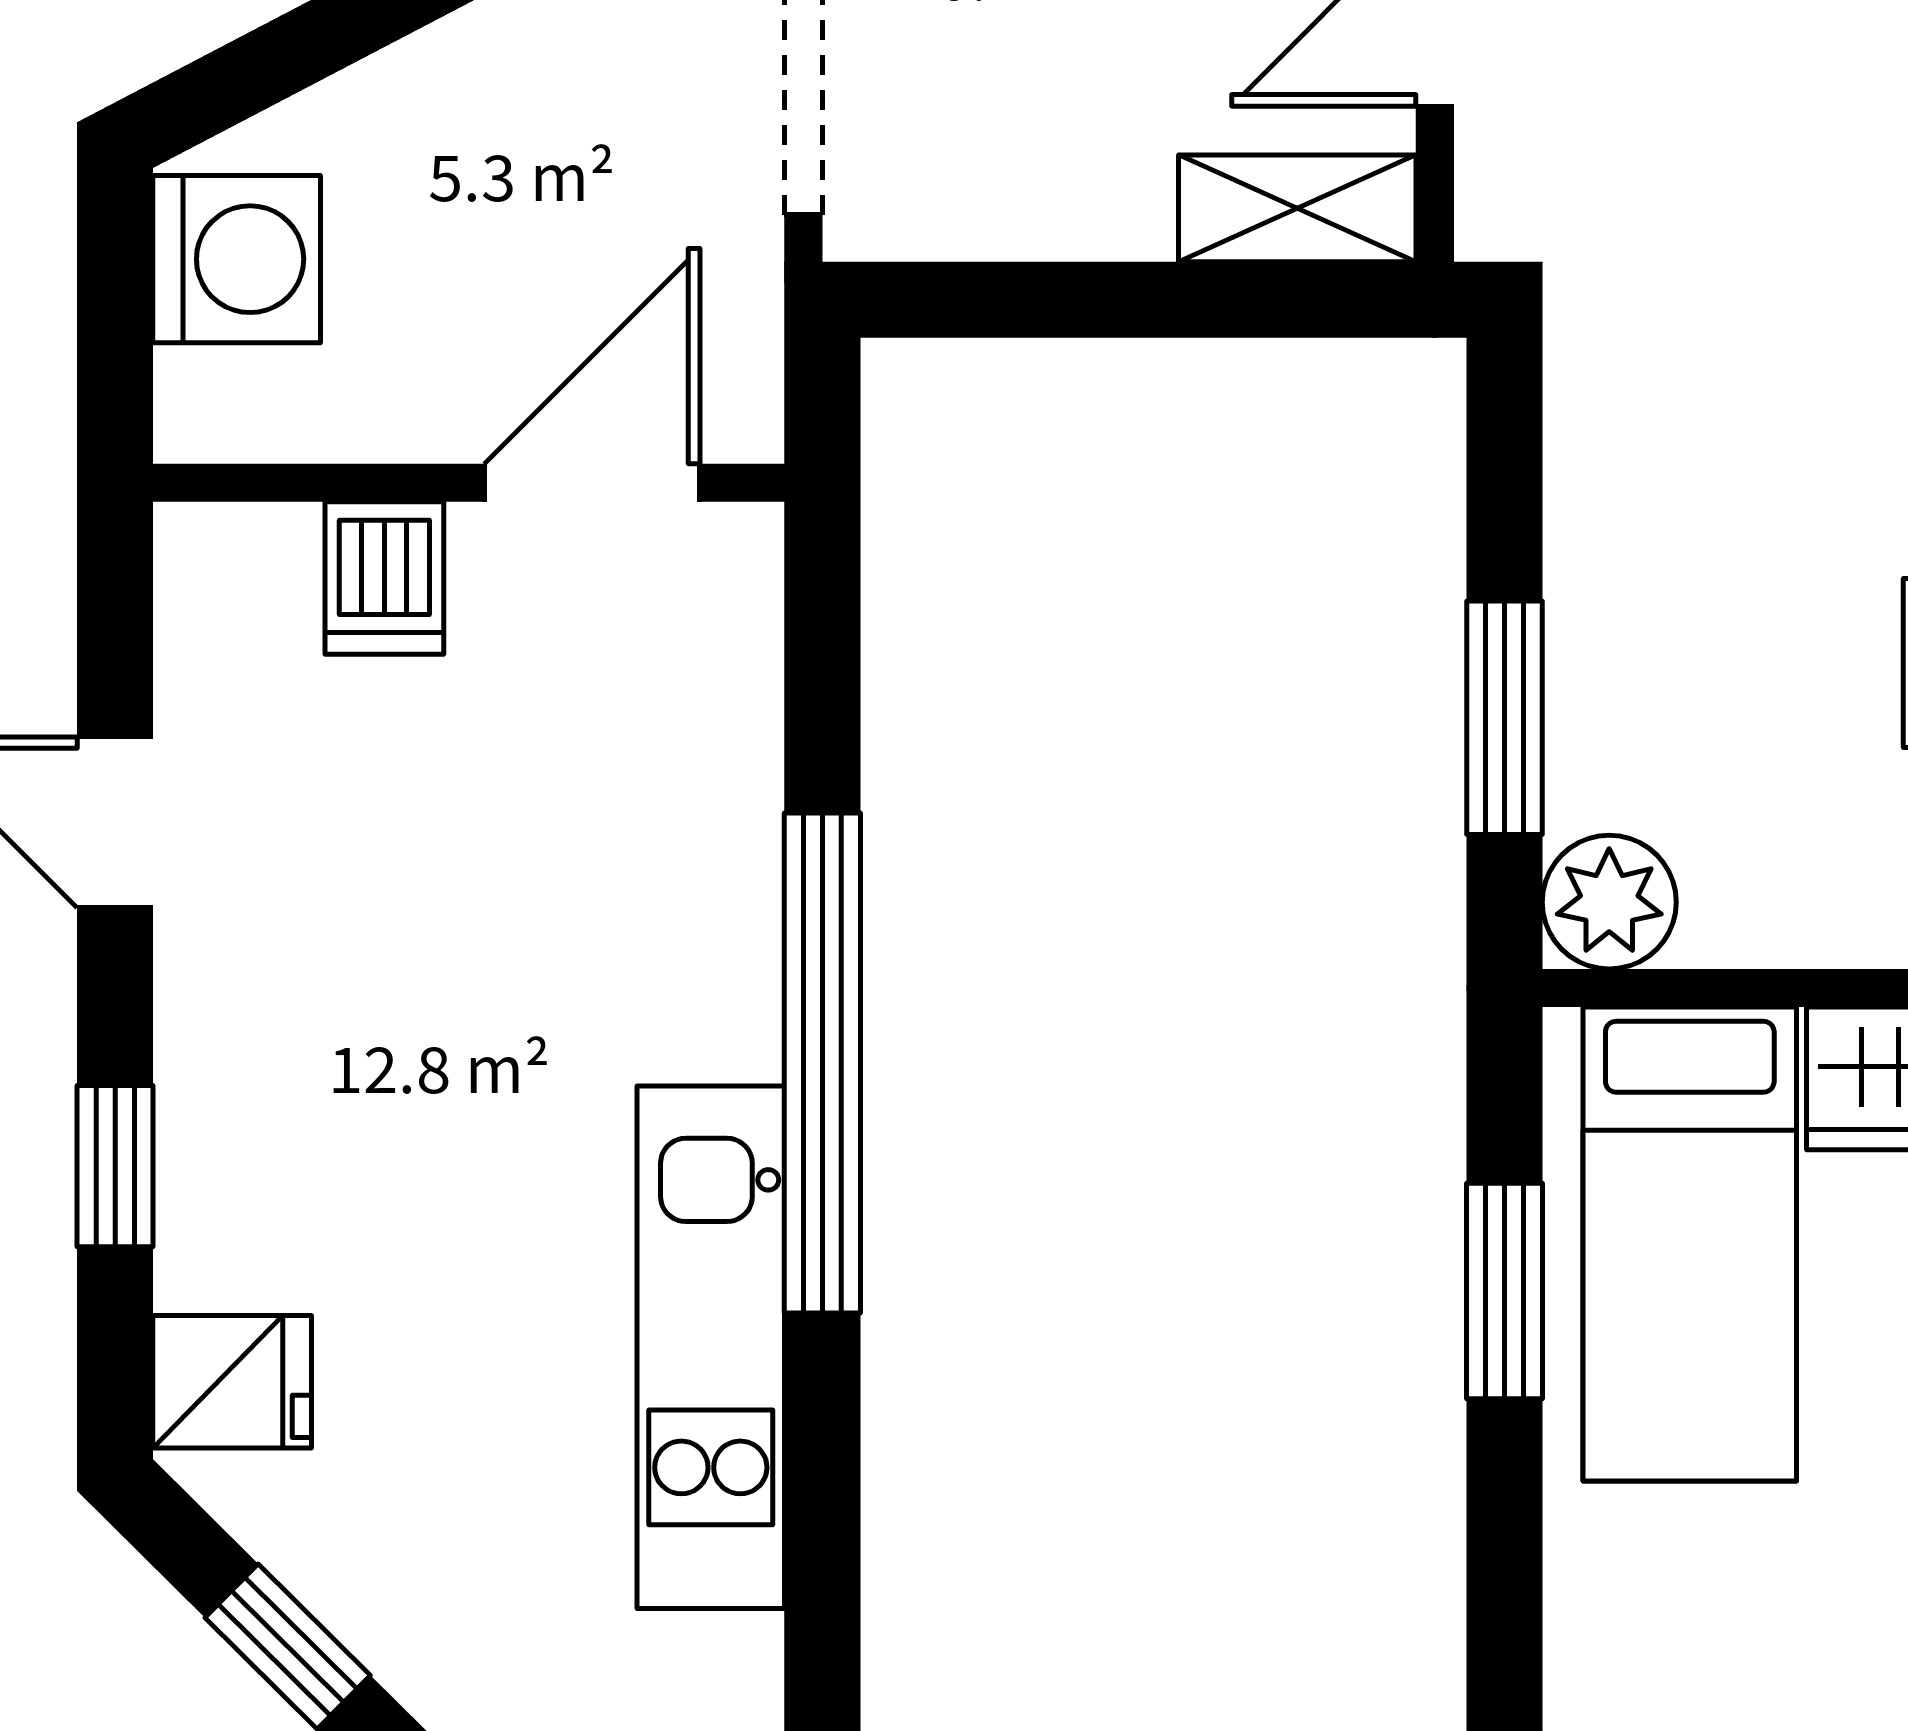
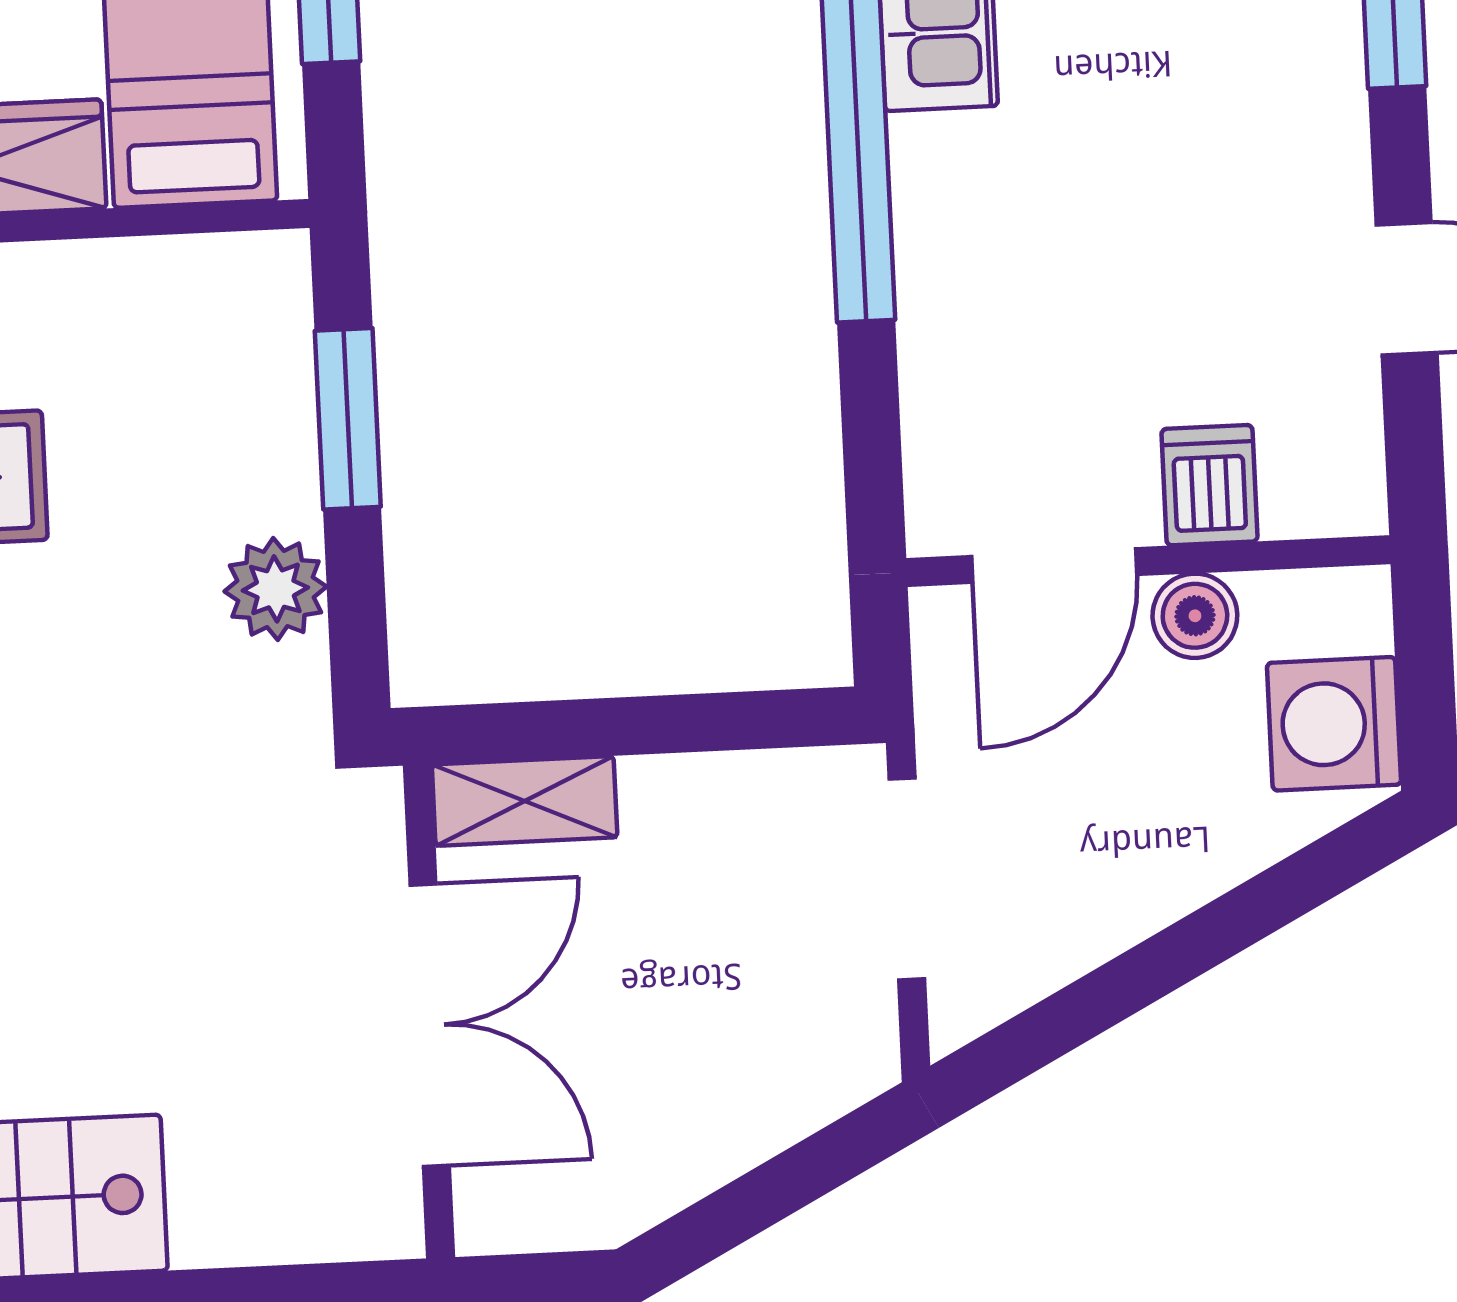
boiler: (411, 409) -> (1195, 616), added
plant: (1609, 902) -> (275, 589), moved

